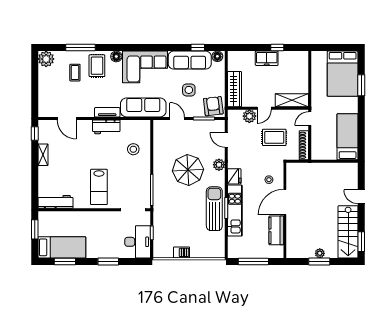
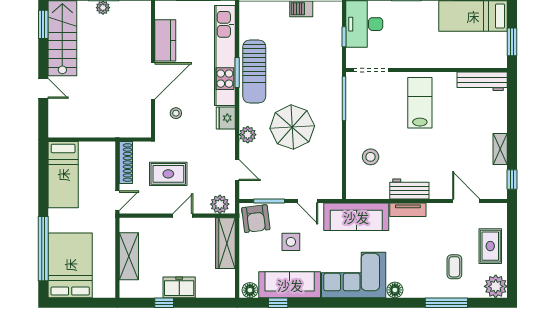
rug: (97, 66) -> (490, 246), moved
window: (361, 85) -> (43, 249), width x2.11
shelving: (292, 100) -> (129, 256), moved, turned 90
plant: (249, 116) -> (220, 204), moved
kitchen unit: (235, 211) -> (225, 55), width x1.36

